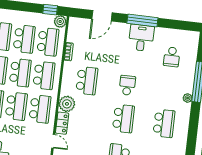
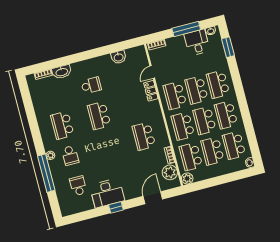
window: (50, 10) -> (200, 185), removed
window: (142, 21) -> (116, 207), width x0.46
desk: (141, 38) -> (107, 193), width x1.37
school desk: (127, 85) -> (70, 156), moved
plant: (67, 104) -> (170, 172), moved
door: (53, 141) -> (152, 72), hinge flipped

